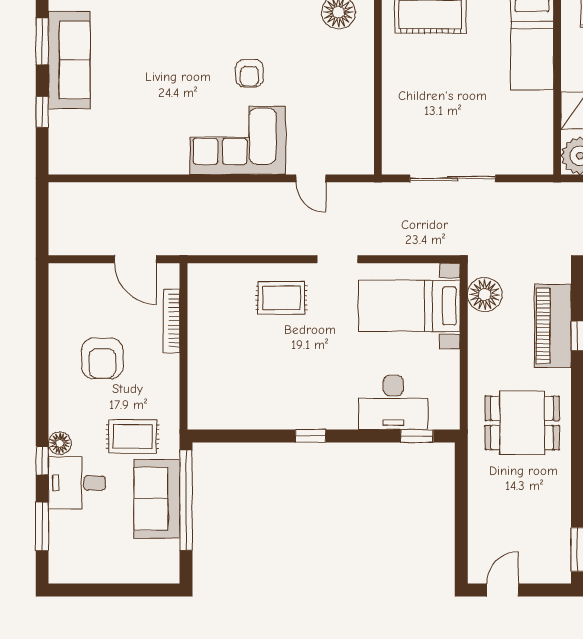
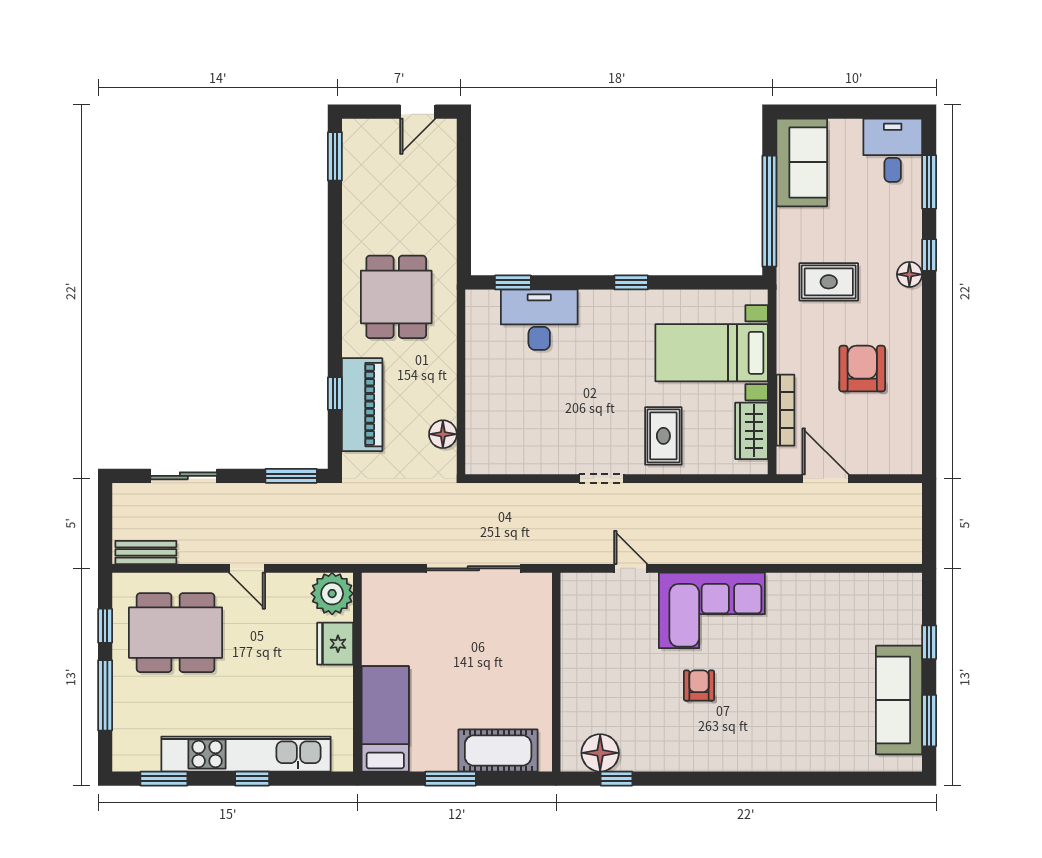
floor lamp: (485, 295) -> (443, 434), width x0.73, depth x0.73
rug: (281, 298) -> (663, 436), turned 90
wardrobe: (202, 302) -> (752, 431), added
bed with nightstands: (409, 306) -> (712, 353), moved, turned 180
dining table: (522, 423) -> (396, 297), turned 90
desk: (77, 483) -> (893, 150), moved, turned -90
sofa: (157, 499) -> (802, 162), moved

